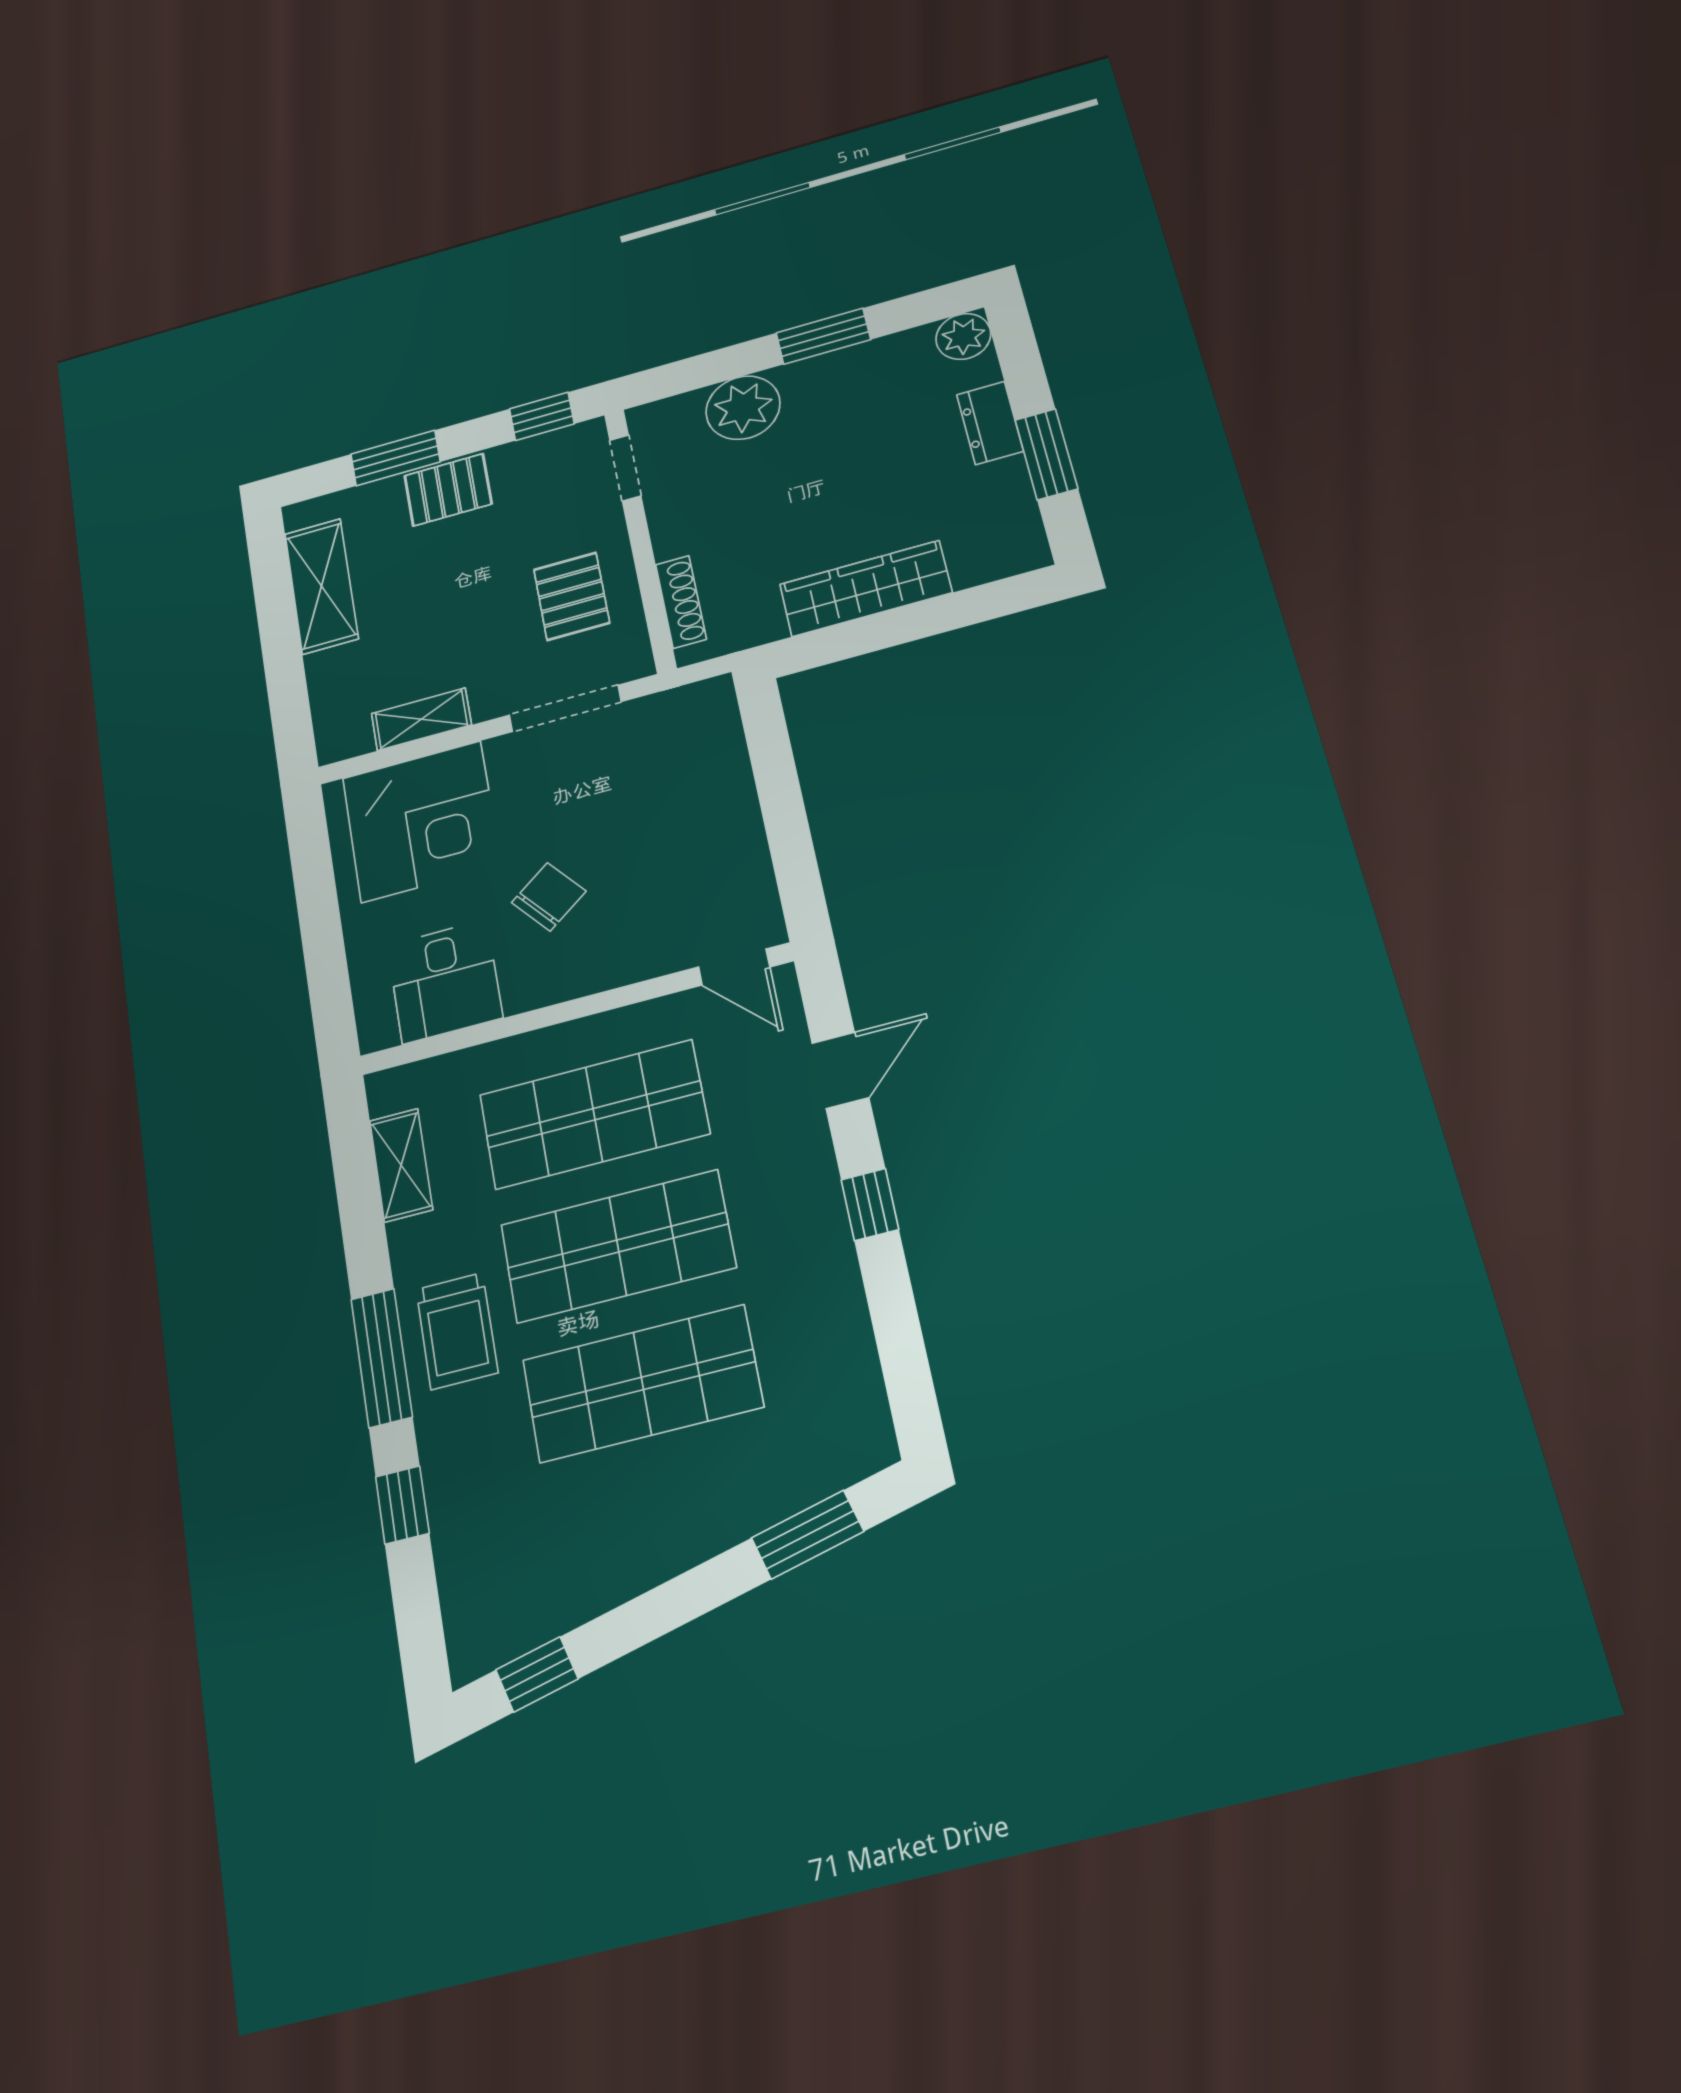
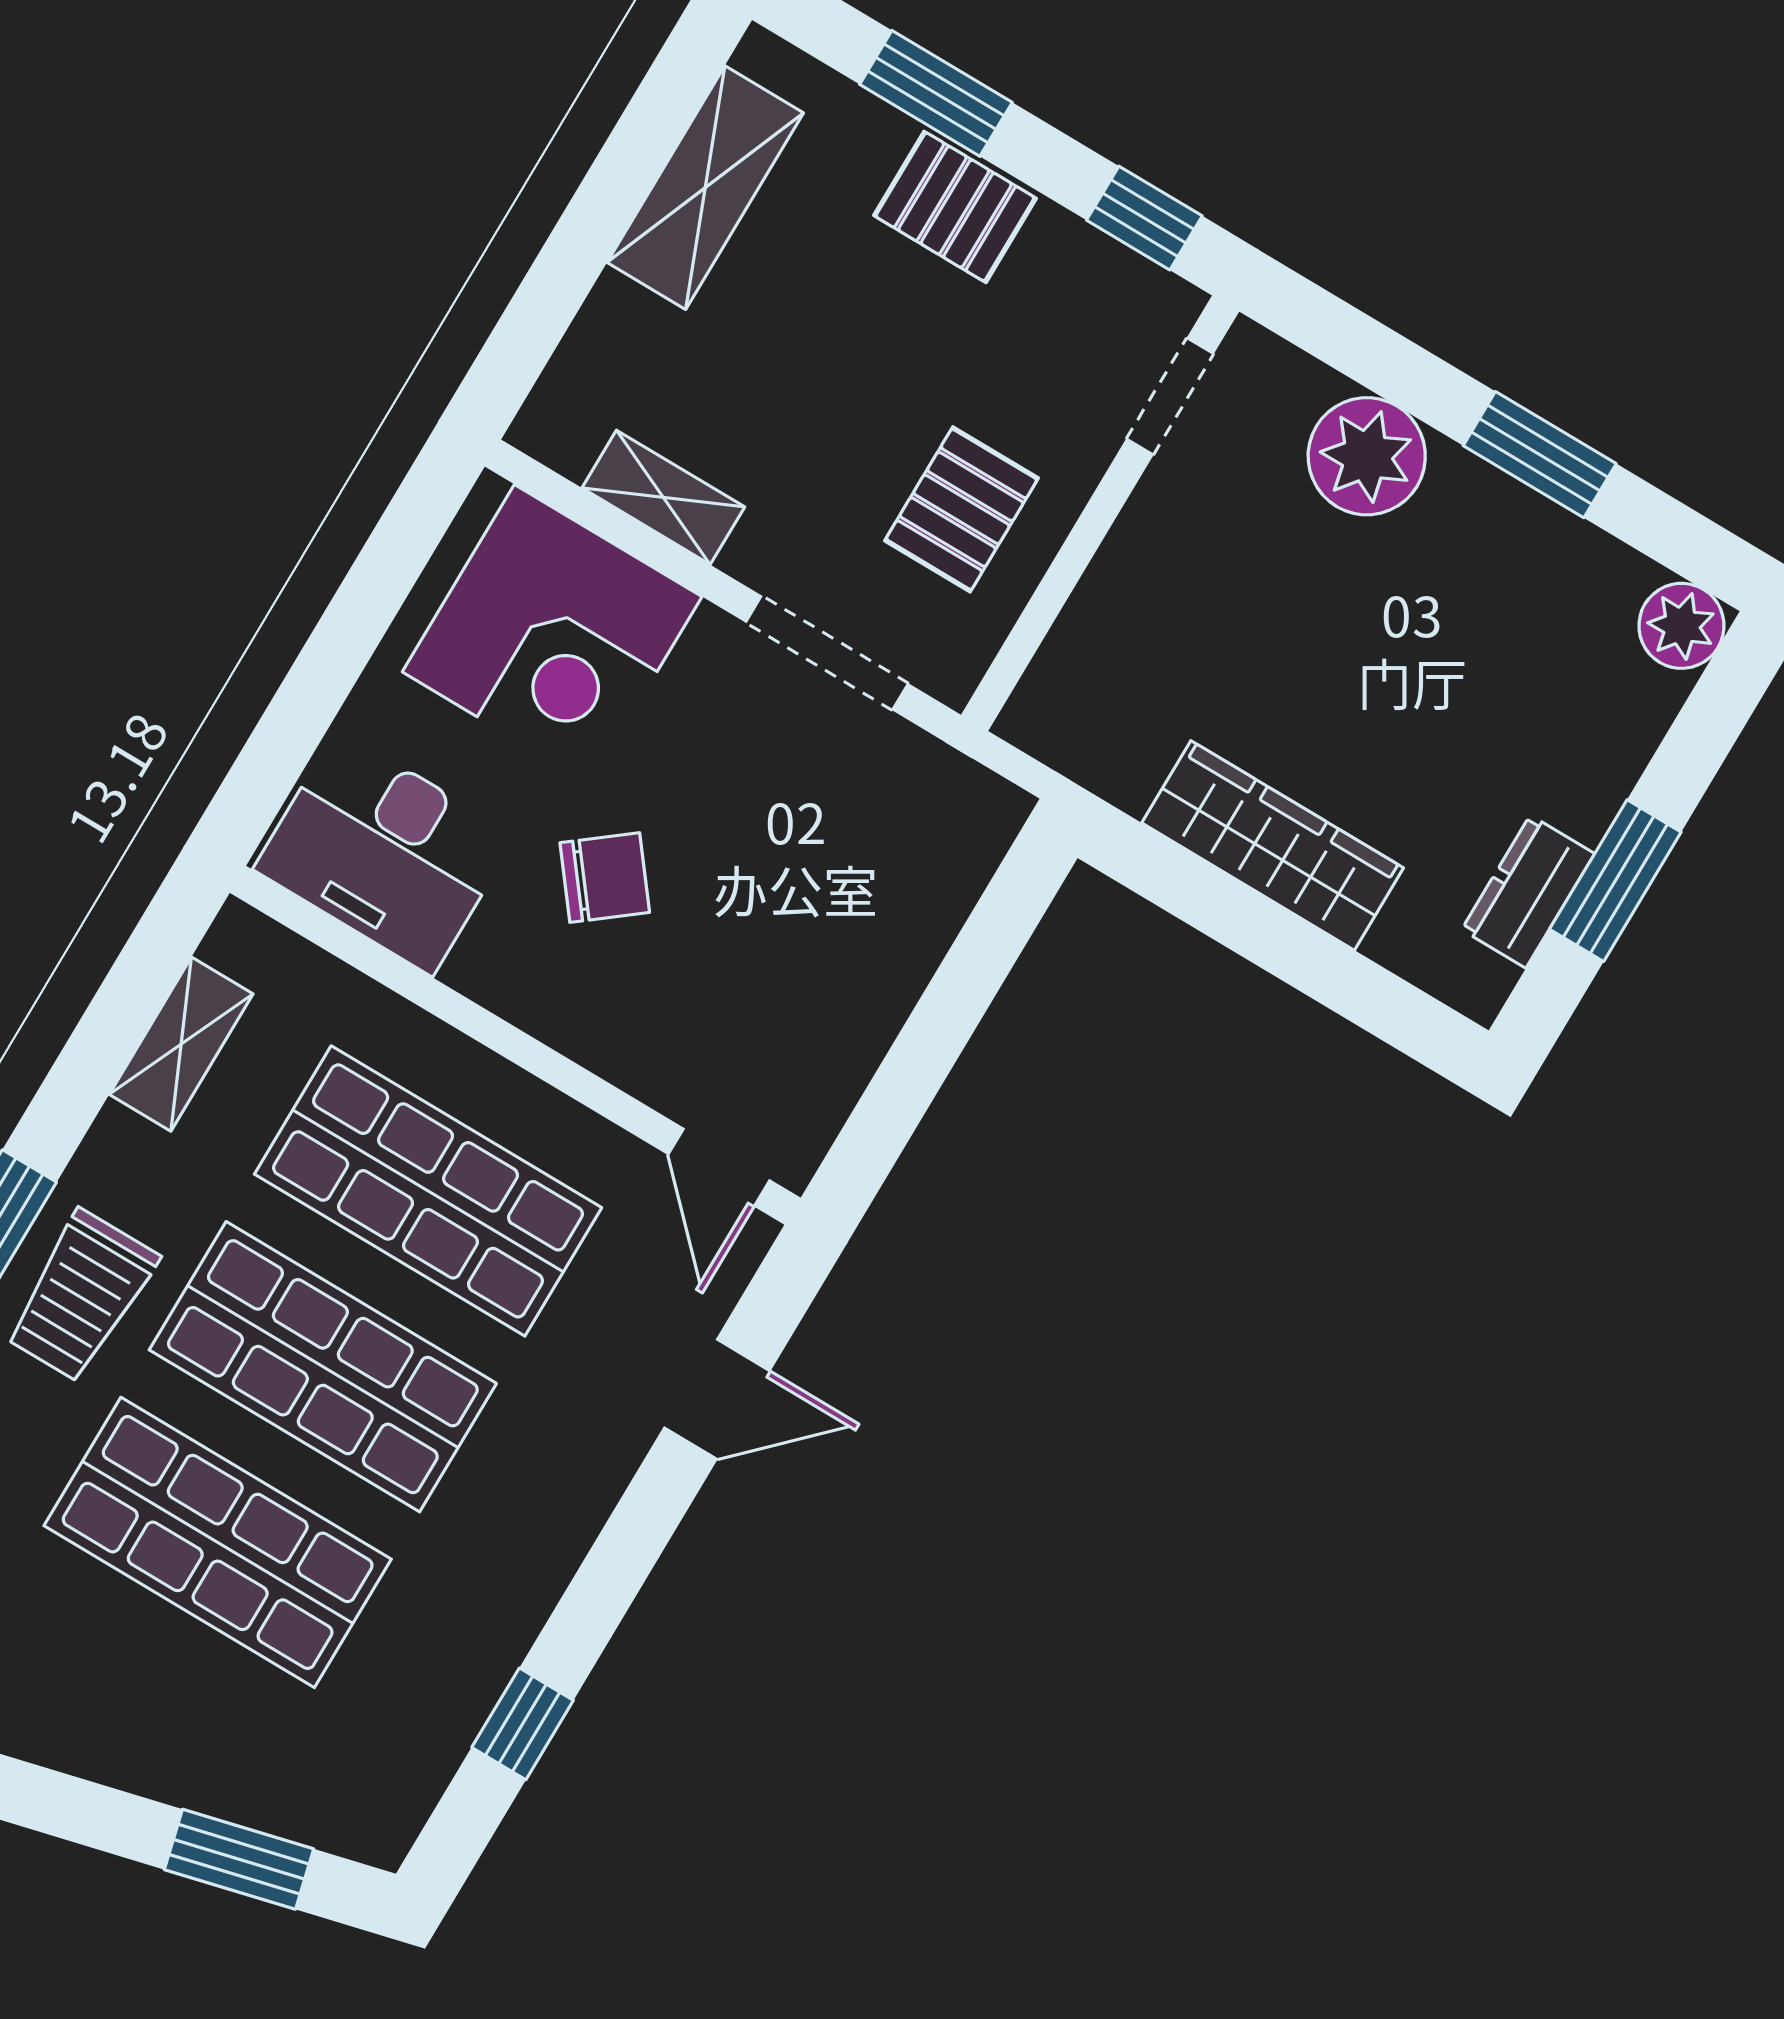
dresser: (990, 423) -> (1528, 892), moved
shoe rack: (681, 602) -> (1069, 647), removed
desk: (445, 981) -> (385, 853), width x1.37
window: (870, 1205) -> (523, 1724), moved

